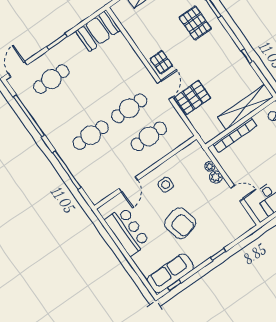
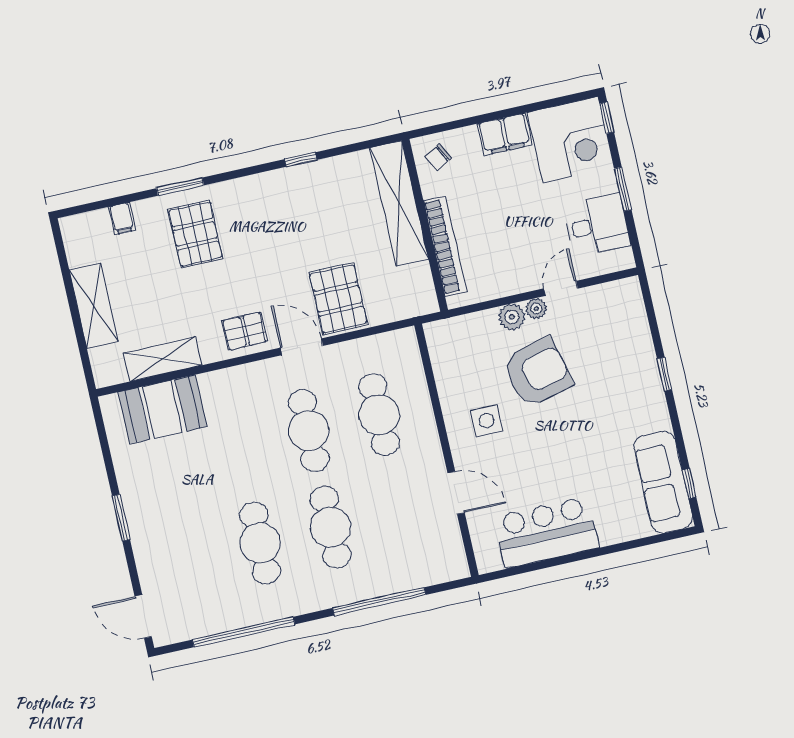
pallet: (195, 23) -> (195, 234), turned 90
booth: (98, 31) -> (163, 409), moved, turned 90
shelving: (134, 31) -> (163, 359), added
cafe table: (51, 79) -> (260, 543), moved
plant: (210, 166) -> (536, 309), moved
armchair: (180, 223) -> (537, 372), moved

